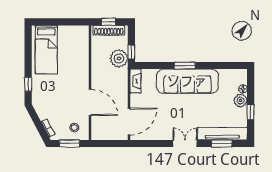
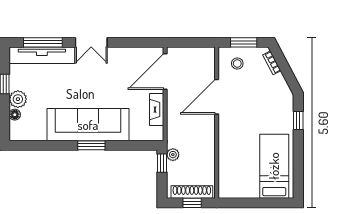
plant: (119, 59) -> (173, 155), width x0.53, depth x0.53
fireplace: (135, 81) -> (157, 110), moved
door: (90, 102) -> (217, 97), hinge flipped
window: (222, 143) -> (43, 42), width x1.44

